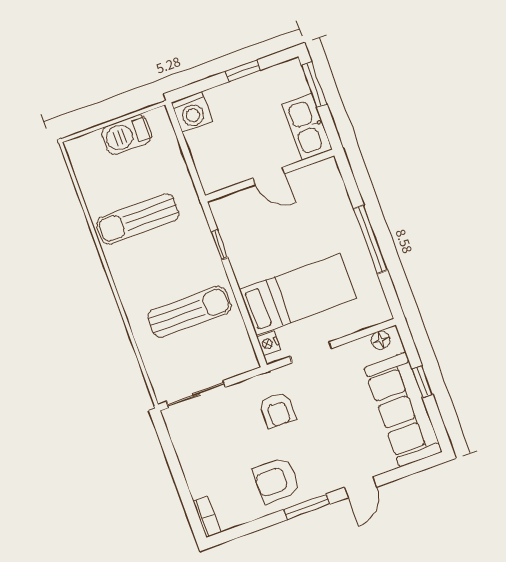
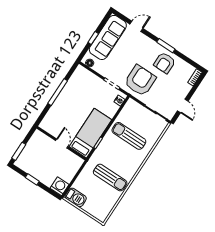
kitchen sink: (307, 127) -> (35, 143), removed
barbecue: (127, 135) -> (76, 197), moved
bed: (298, 294) -> (90, 133), moved, turned 90
armchair: (277, 410) -> (140, 81), width x1.88, depth x1.88
door: (170, 454) -> (183, 106), added
armchair: (277, 480) -> (165, 63), turned 90
door: (361, 487) -> (136, 26), moved

